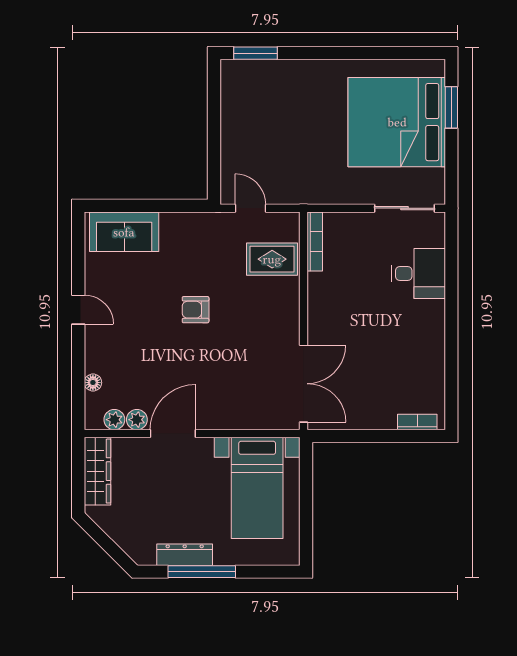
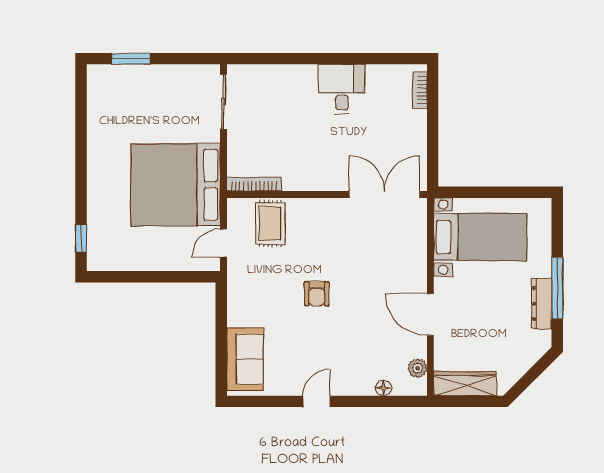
window: (256, 53) -> (81, 239), width x0.67
bed: (397, 122) -> (175, 185), moved, turned 90
desk: (418, 273) -> (342, 89), moved
plant: (137, 420) -> (418, 348), removed

